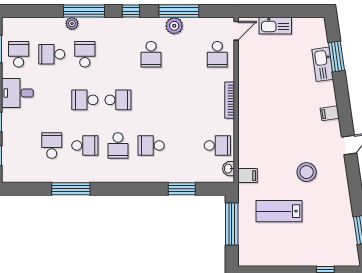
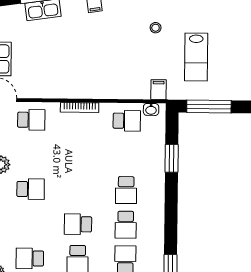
school desk: (118, 100) -> (78, 224), turned -90
school desk: (118, 146) -> (126, 225), turned 90
school desk: (217, 146) -> (127, 121), turned 90
stool: (307, 172) -> (156, 28), width x0.53, depth x0.53

